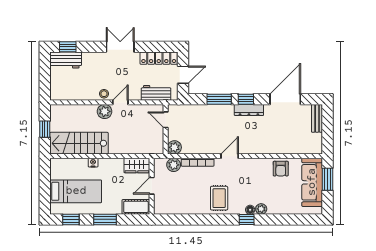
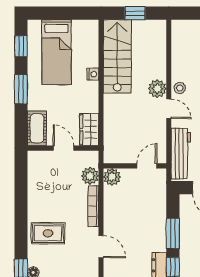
workbench: (156, 93) -> (181, 154), width x1.38

